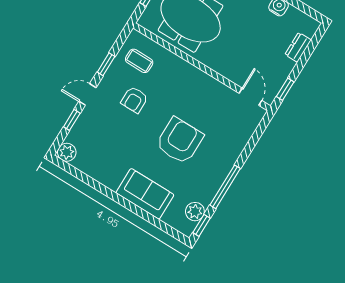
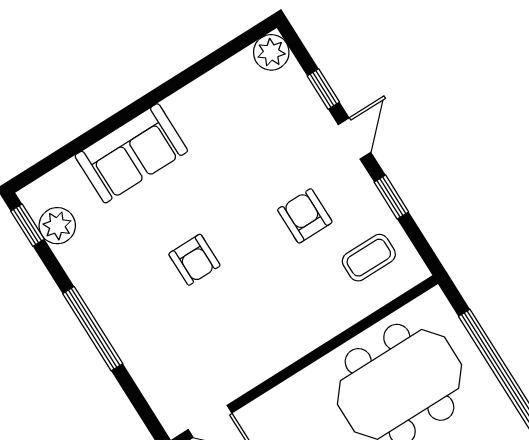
armchair: (180, 141) -> (194, 260), width x0.53, depth x0.53
window: (225, 187) -> (93, 329), moved

